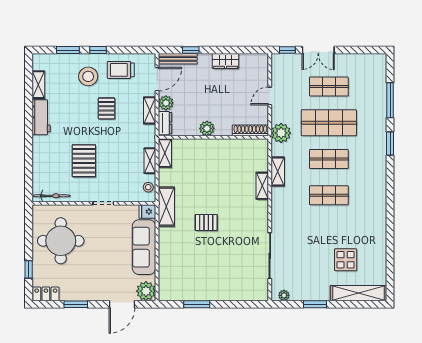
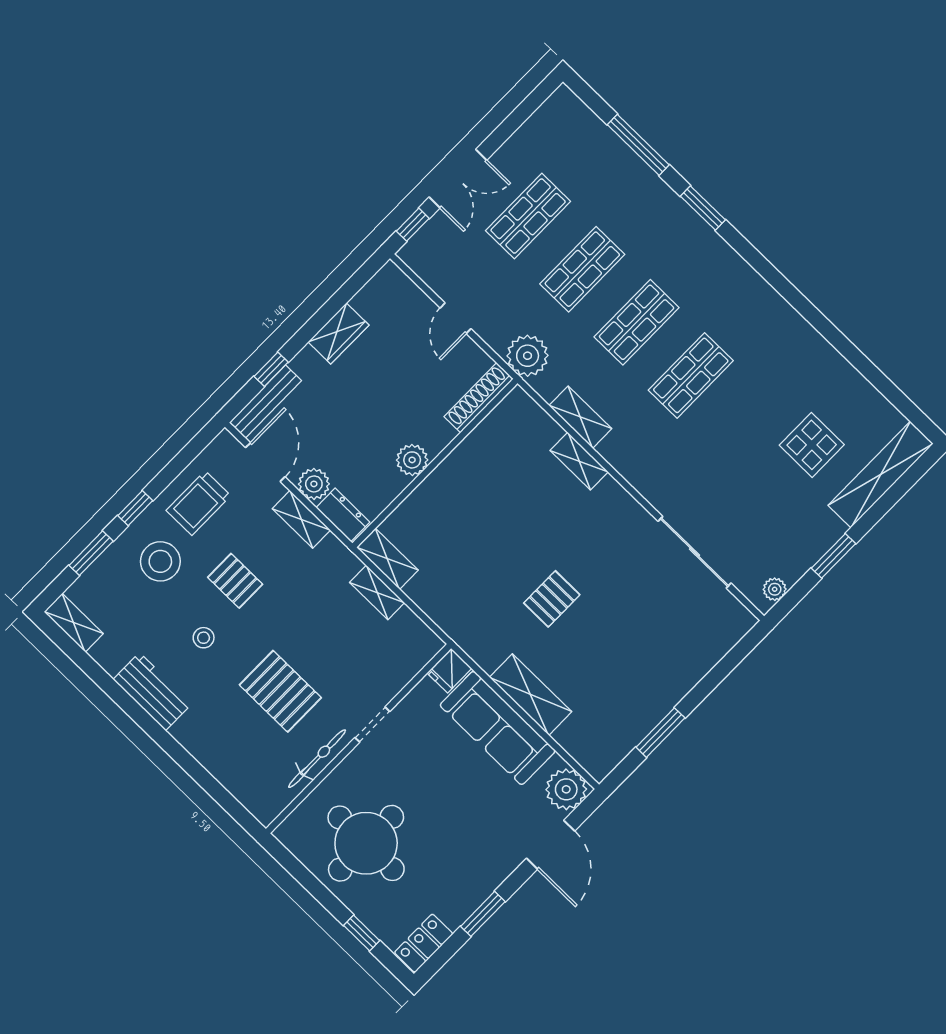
shelving: (38, 85) -> (74, 623), moved
shop shelf: (329, 123) -> (582, 269), width x0.70, depth x0.74
stool: (148, 187) -> (204, 638), moved
bicycle: (51, 196) -> (317, 759), moved
shelving: (166, 207) -> (531, 695), moved

